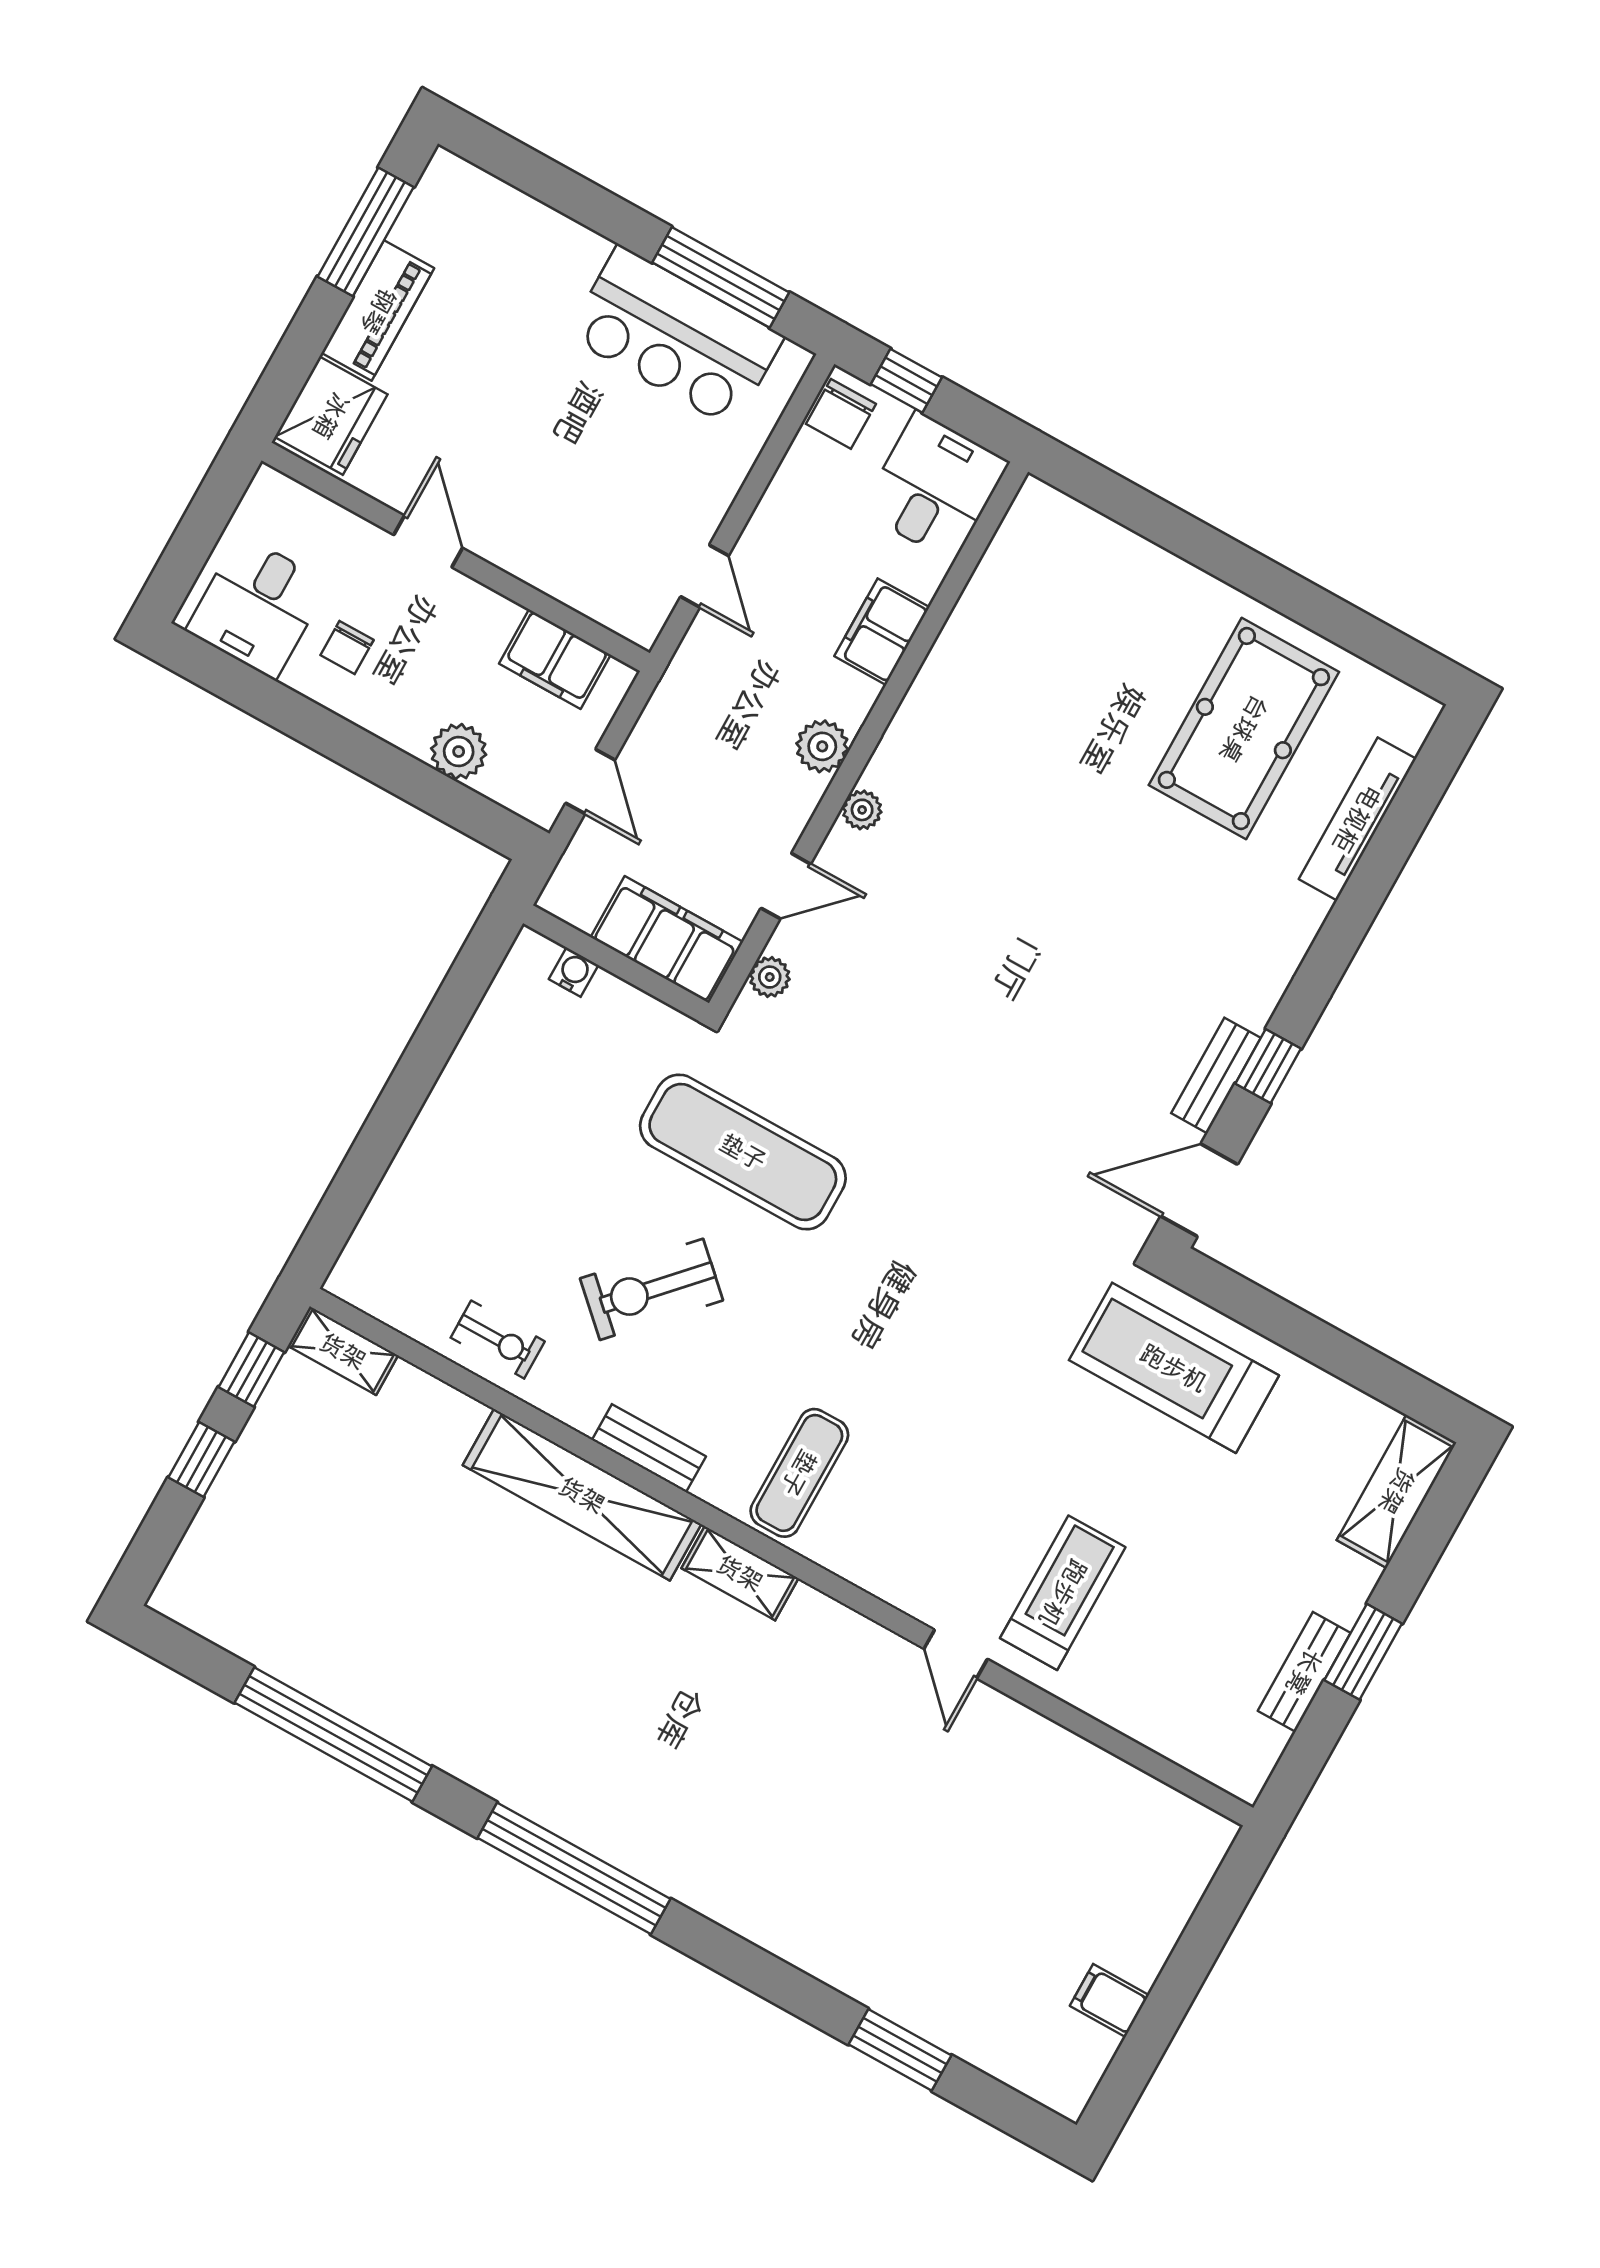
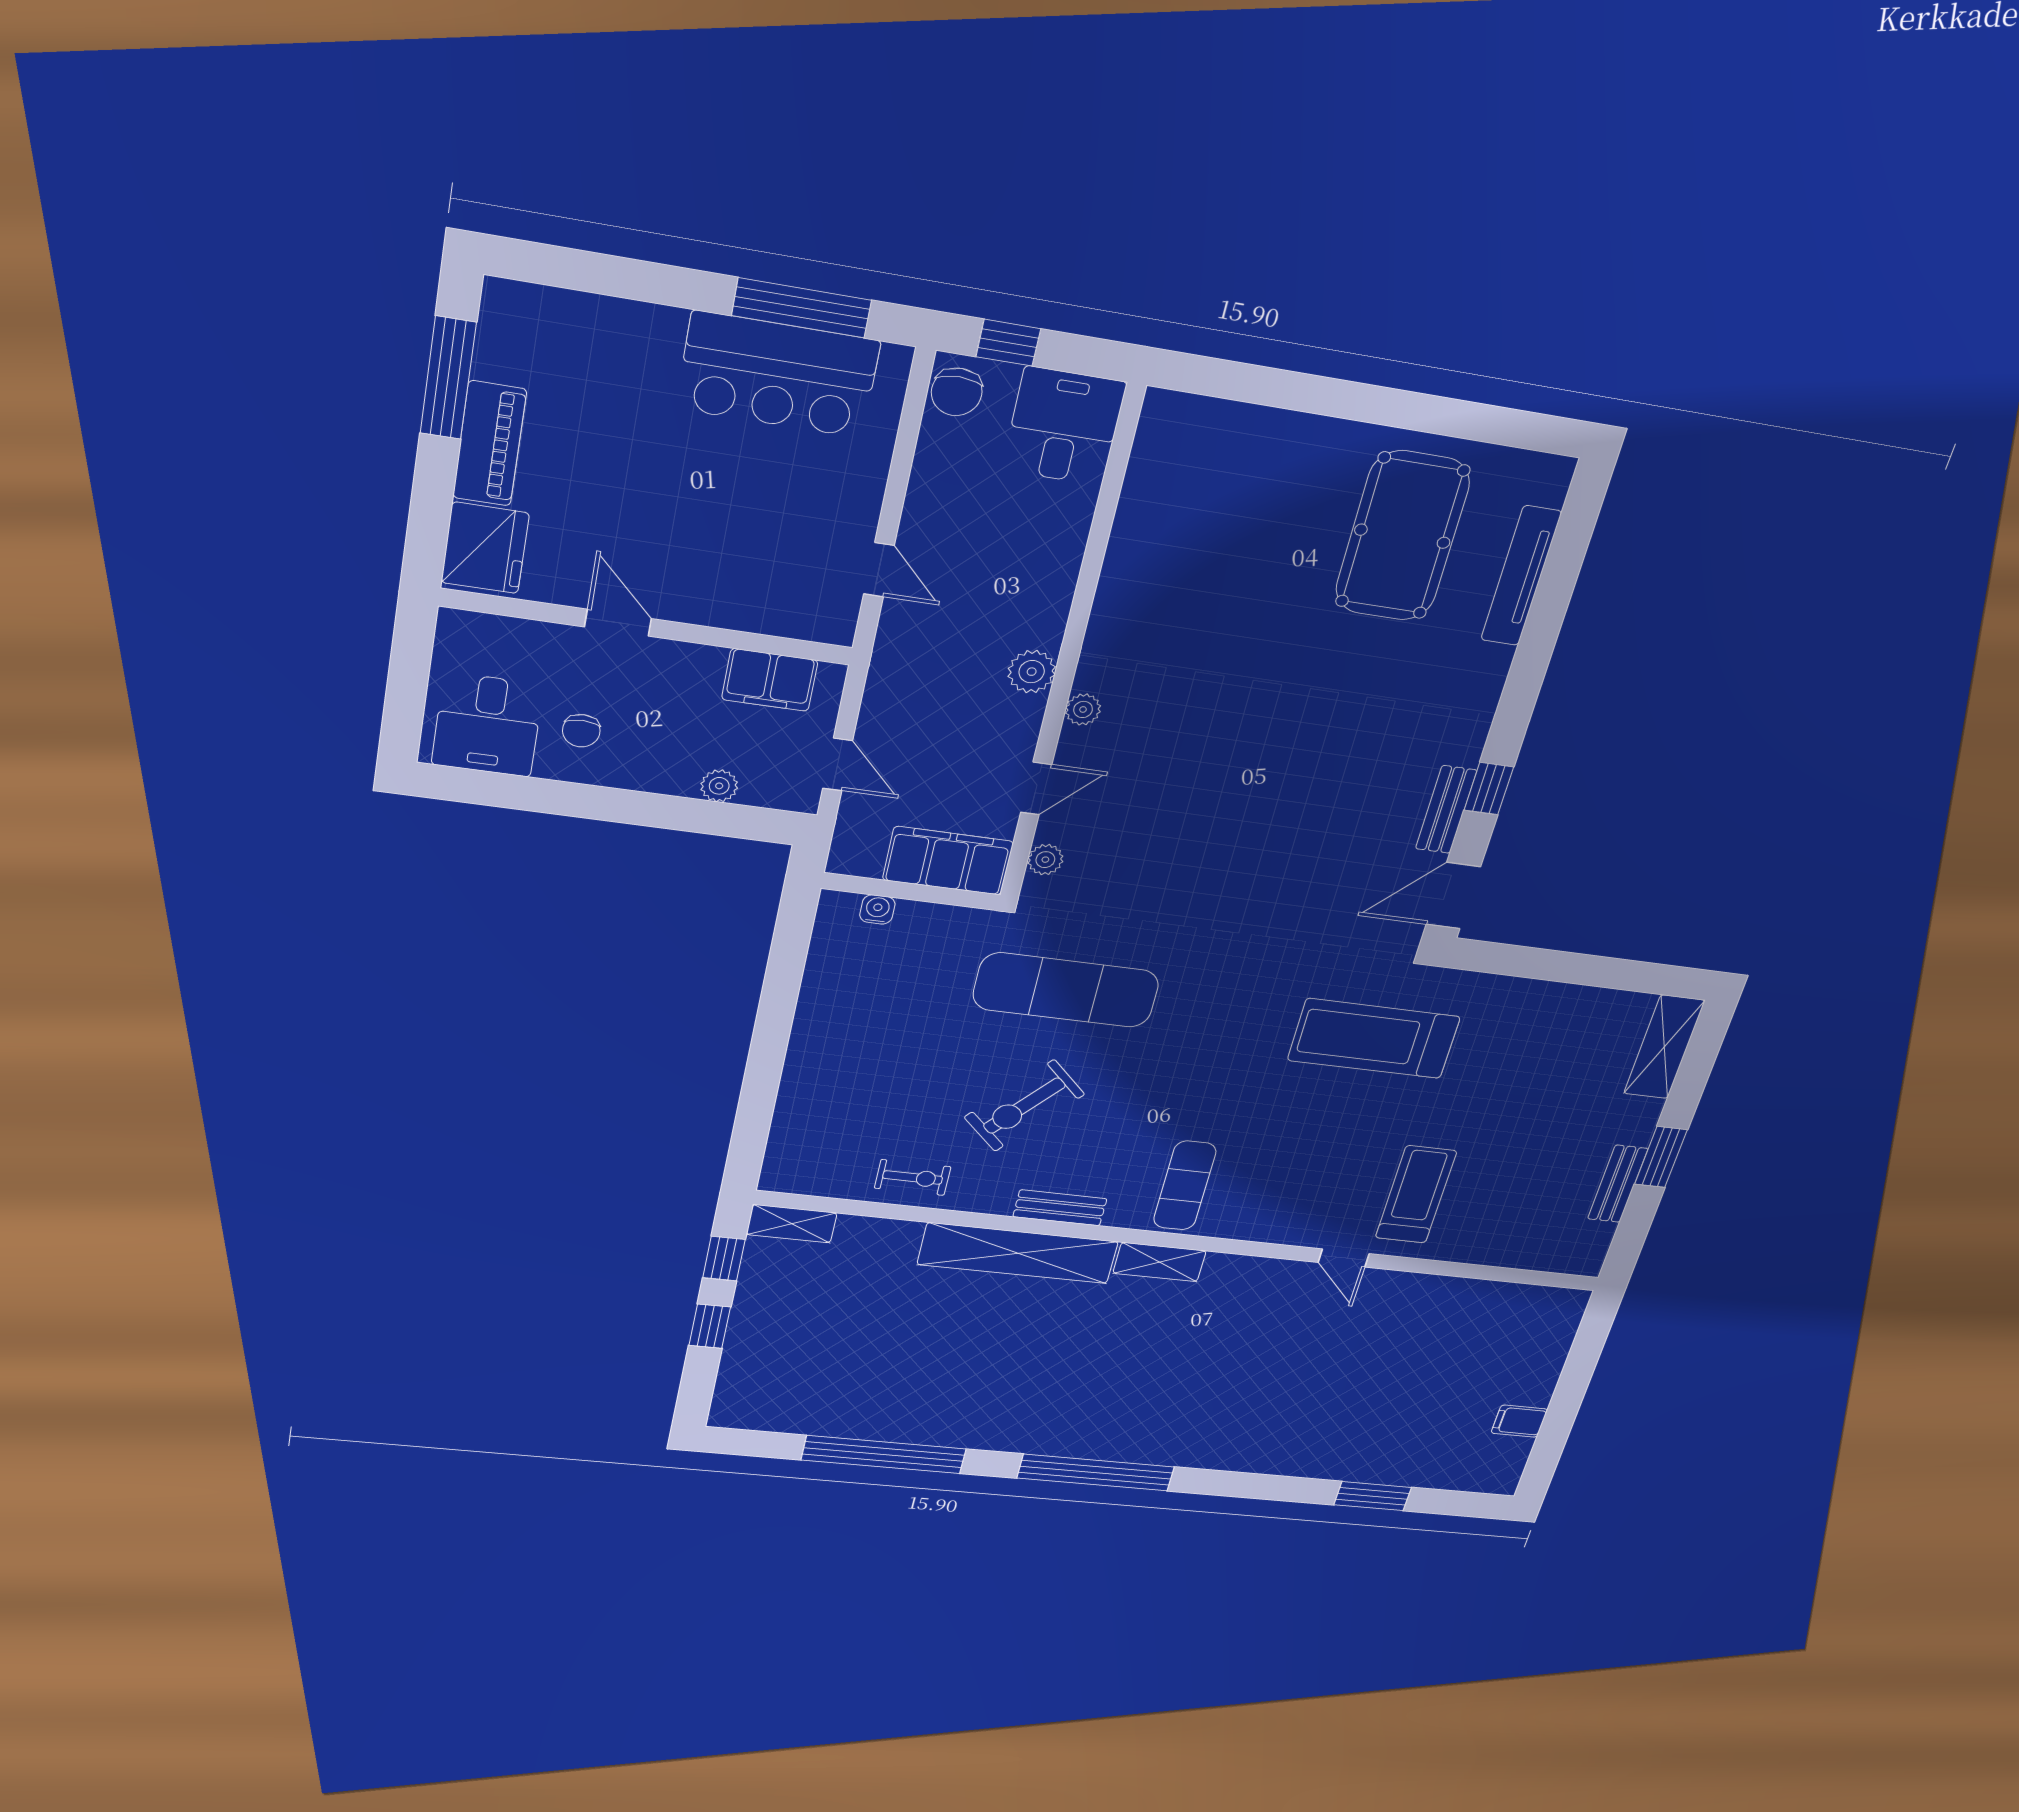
filing cabinet: (882, 632) -> (1055, 563), removed
plant: (459, 752) -> (719, 786), width x0.73, depth x0.73
treadmill: (1174, 1368) -> (1374, 1039), moved

